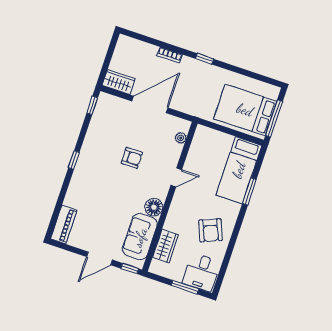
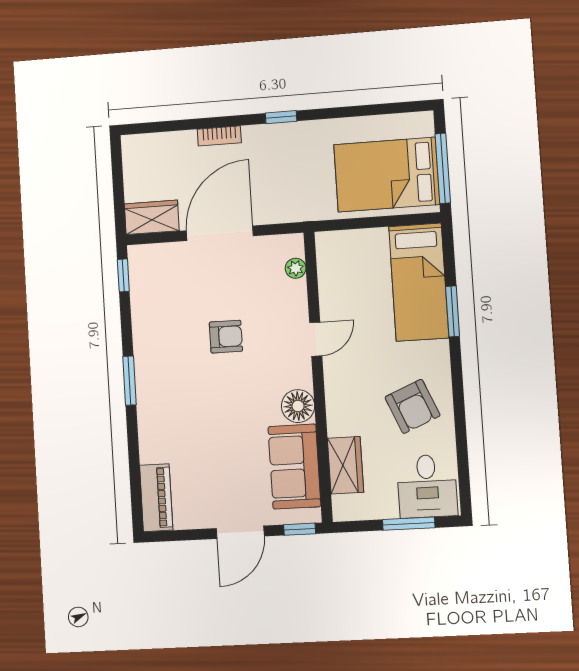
window: (74, 160) -> (129, 381), width x1.50

